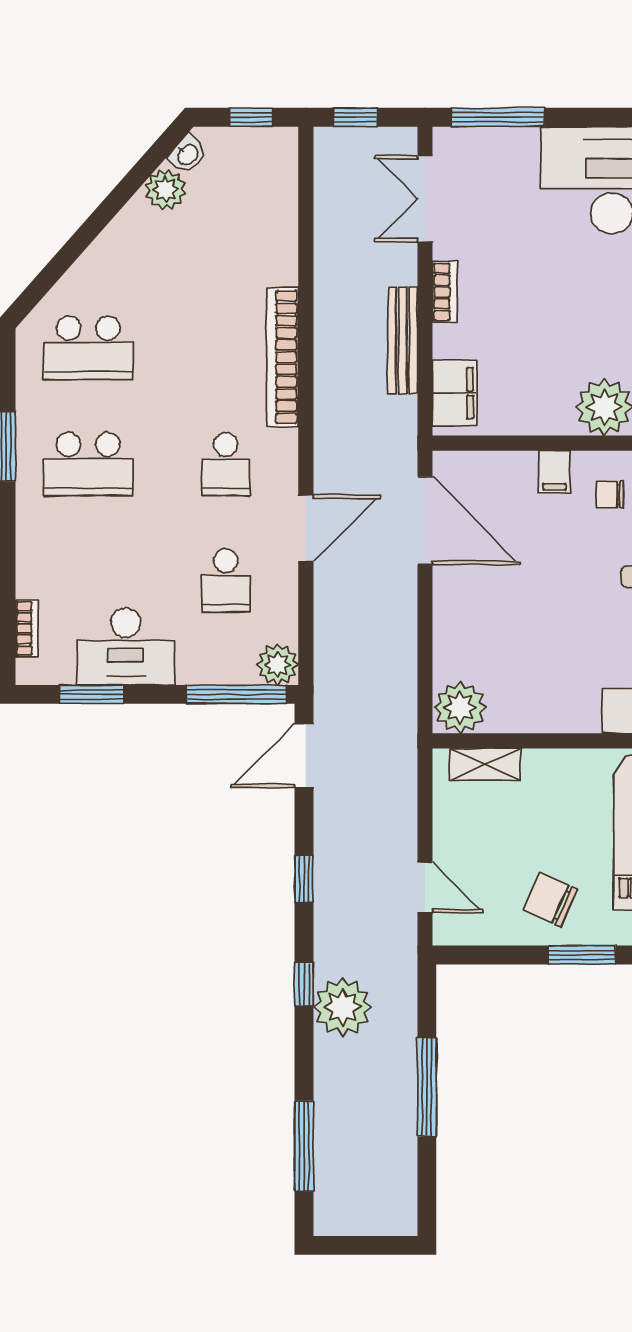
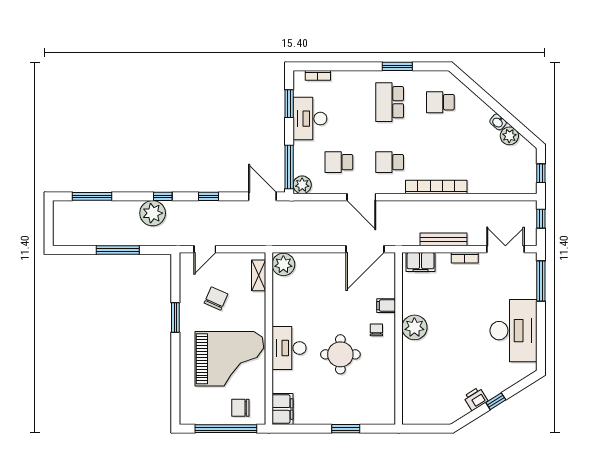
washbasin: (187, 154) -> (498, 122), moved
school desk: (88, 348) -> (440, 102), width x0.54
chair: (550, 900) -> (216, 299), moved

